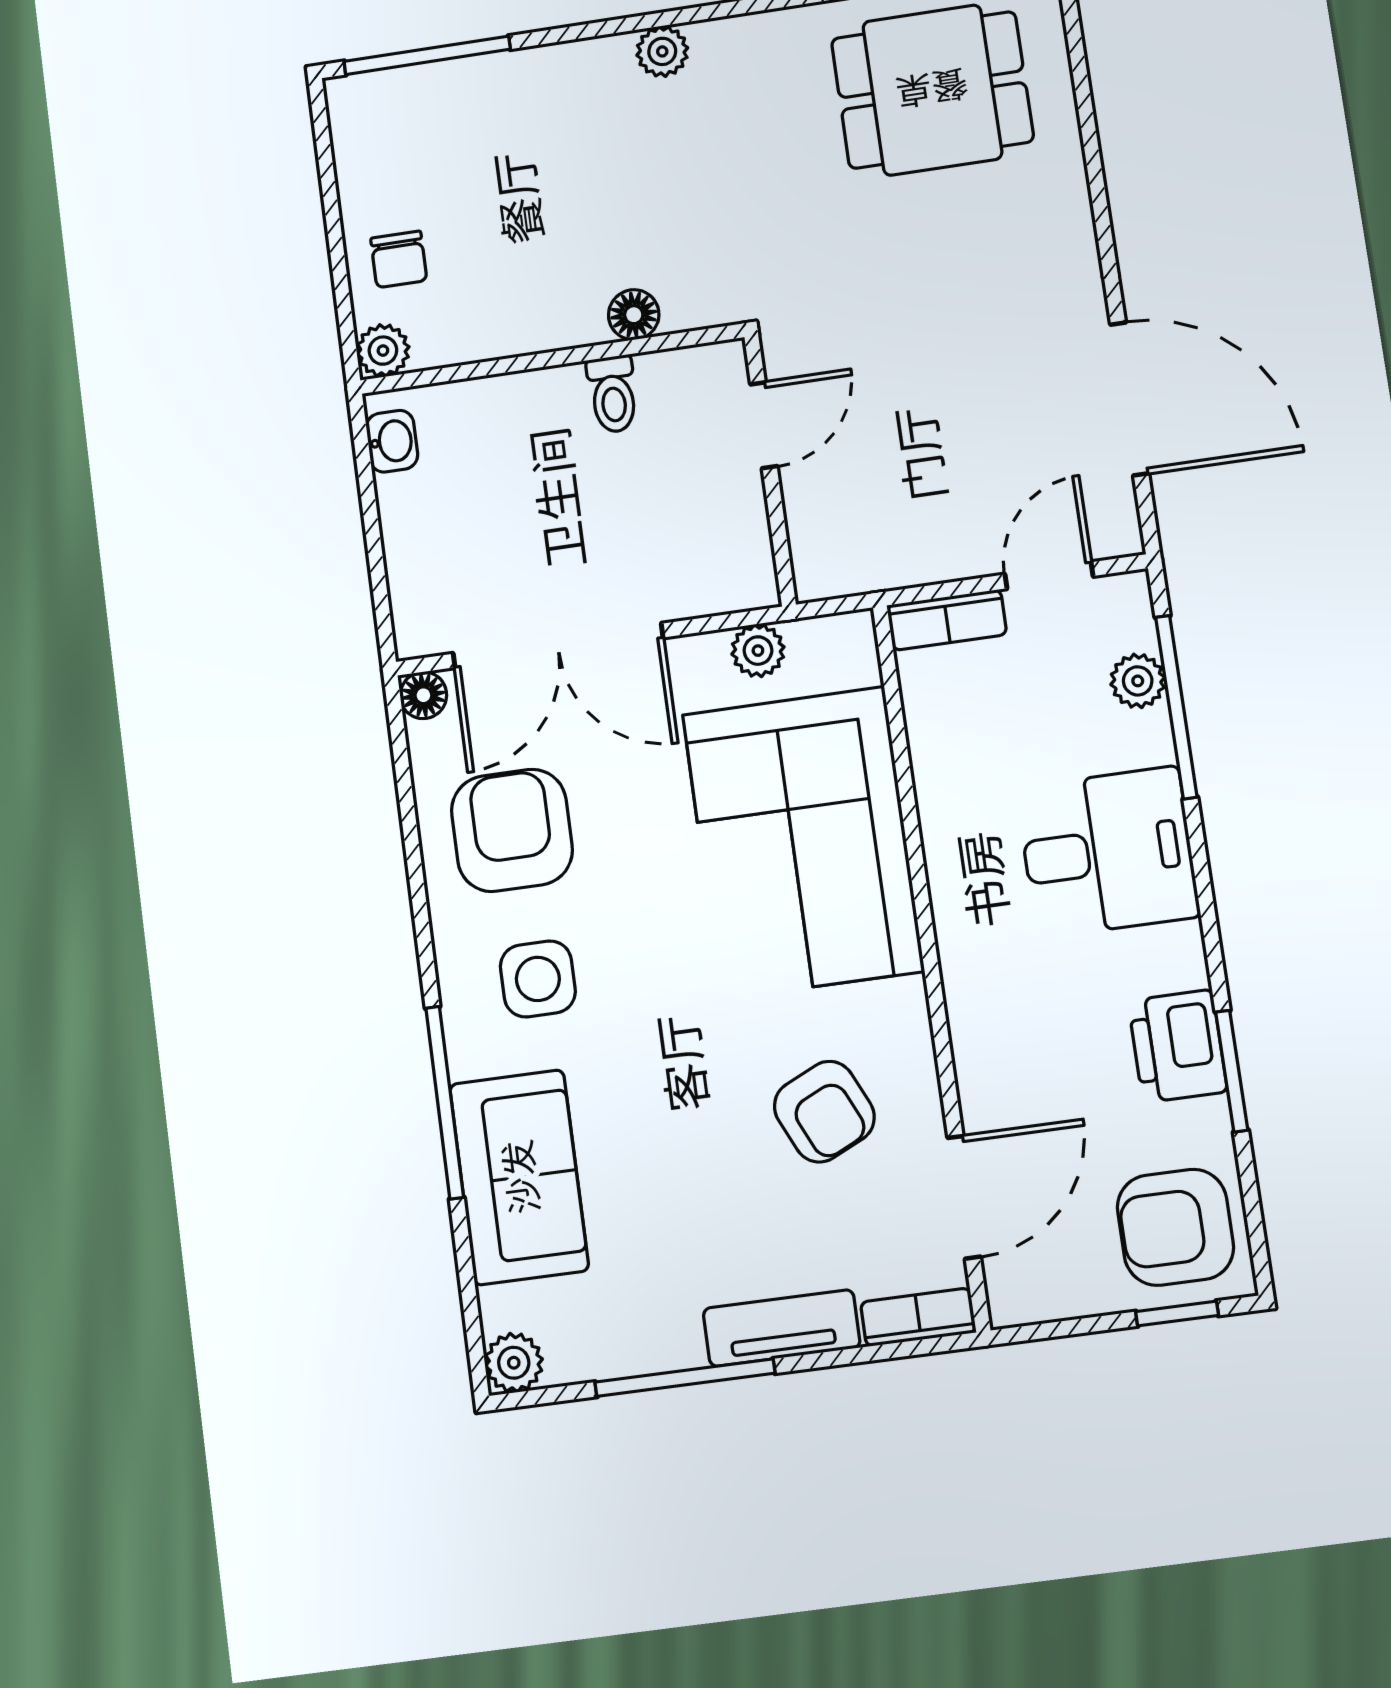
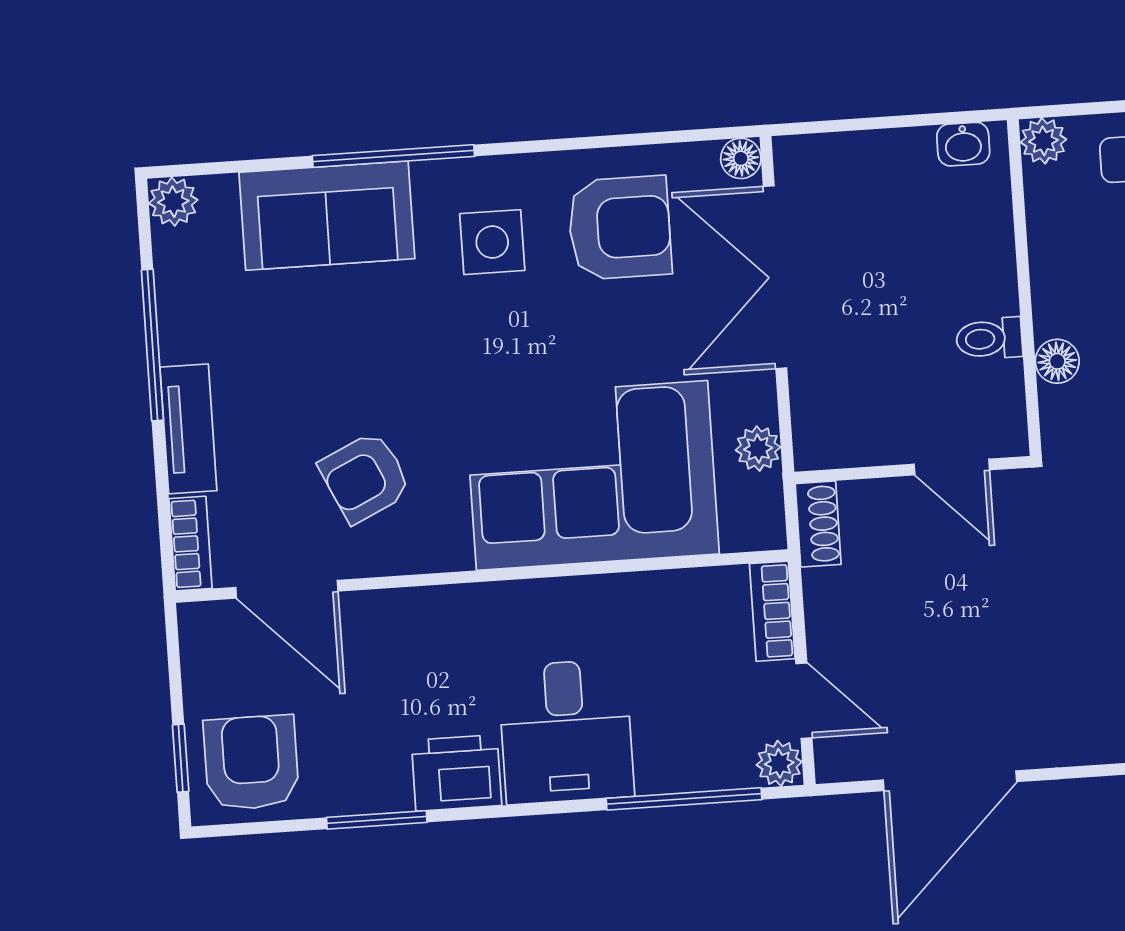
shoe rack: (841, 574) -> (818, 524), added
plant: (1138, 681) -> (779, 763), moved
printer: (1178, 1046) -> (456, 773), moved

